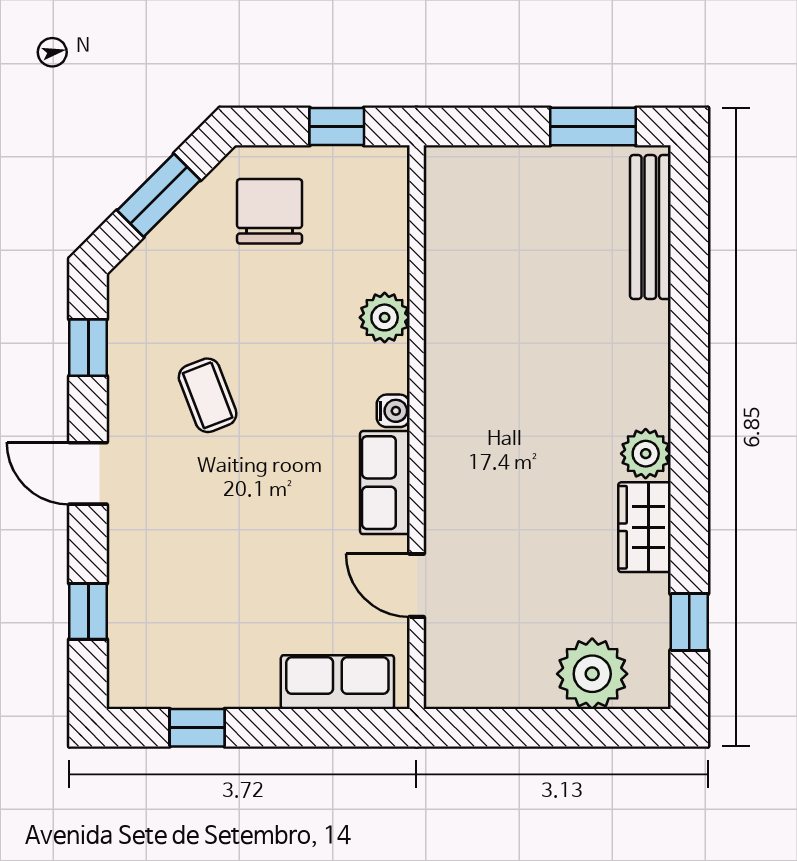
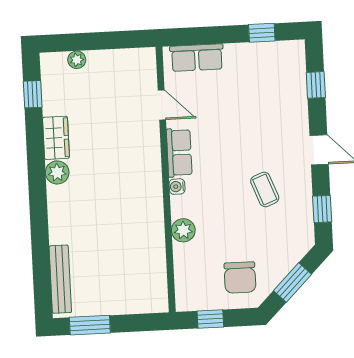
plant: (592, 674) -> (77, 60), width x0.53, depth x0.53

